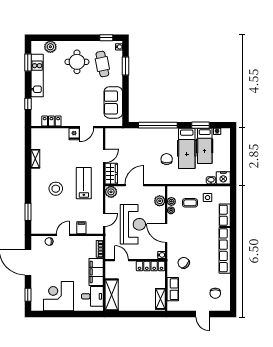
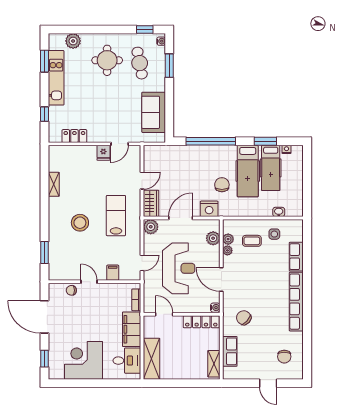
nightstand: (223, 178) -> (209, 209), moved
door: (63, 235) -> (89, 282), hinge flipped

